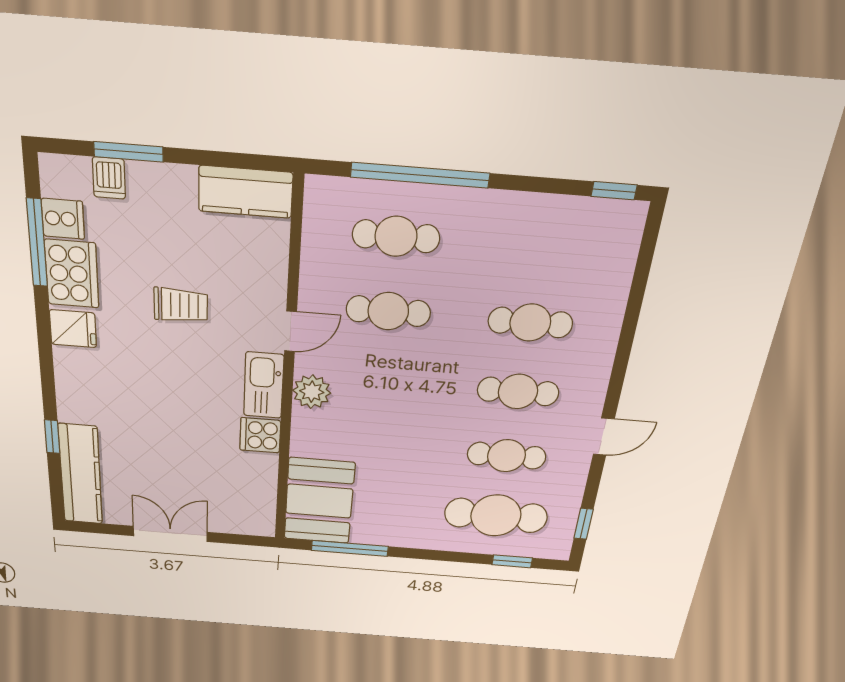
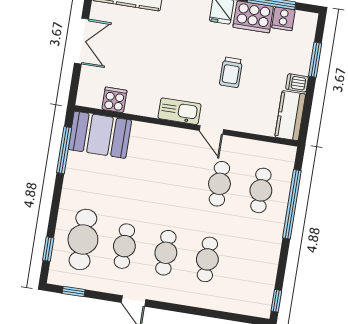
dishwasher: (109, 178) -> (297, 83), moved
plant: (312, 392) -> (174, 138), removed
cooker: (260, 435) -> (114, 100), moved

